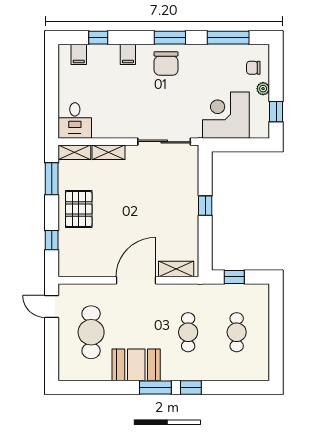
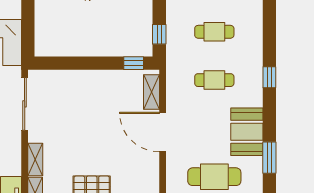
window: (205, 206) -> (134, 63), moved
window: (155, 388) -> (269, 158), moved

